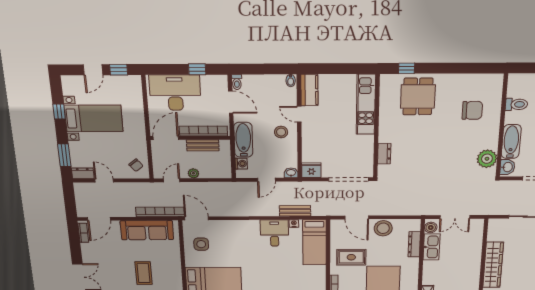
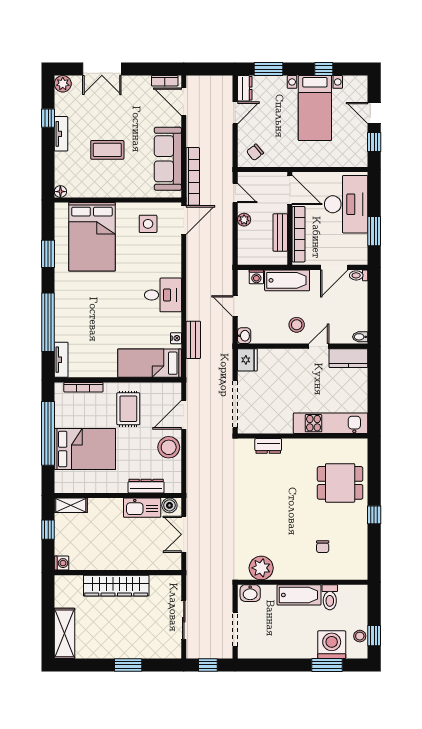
window: (407, 68) -> (374, 515), moved
window: (197, 69) -> (374, 231), width x1.50
chair: (472, 110) -> (323, 547), width x0.54, depth x0.54
bathtub: (511, 142) -> (299, 595), moved
desk: (274, 233) -> (163, 295), moved

